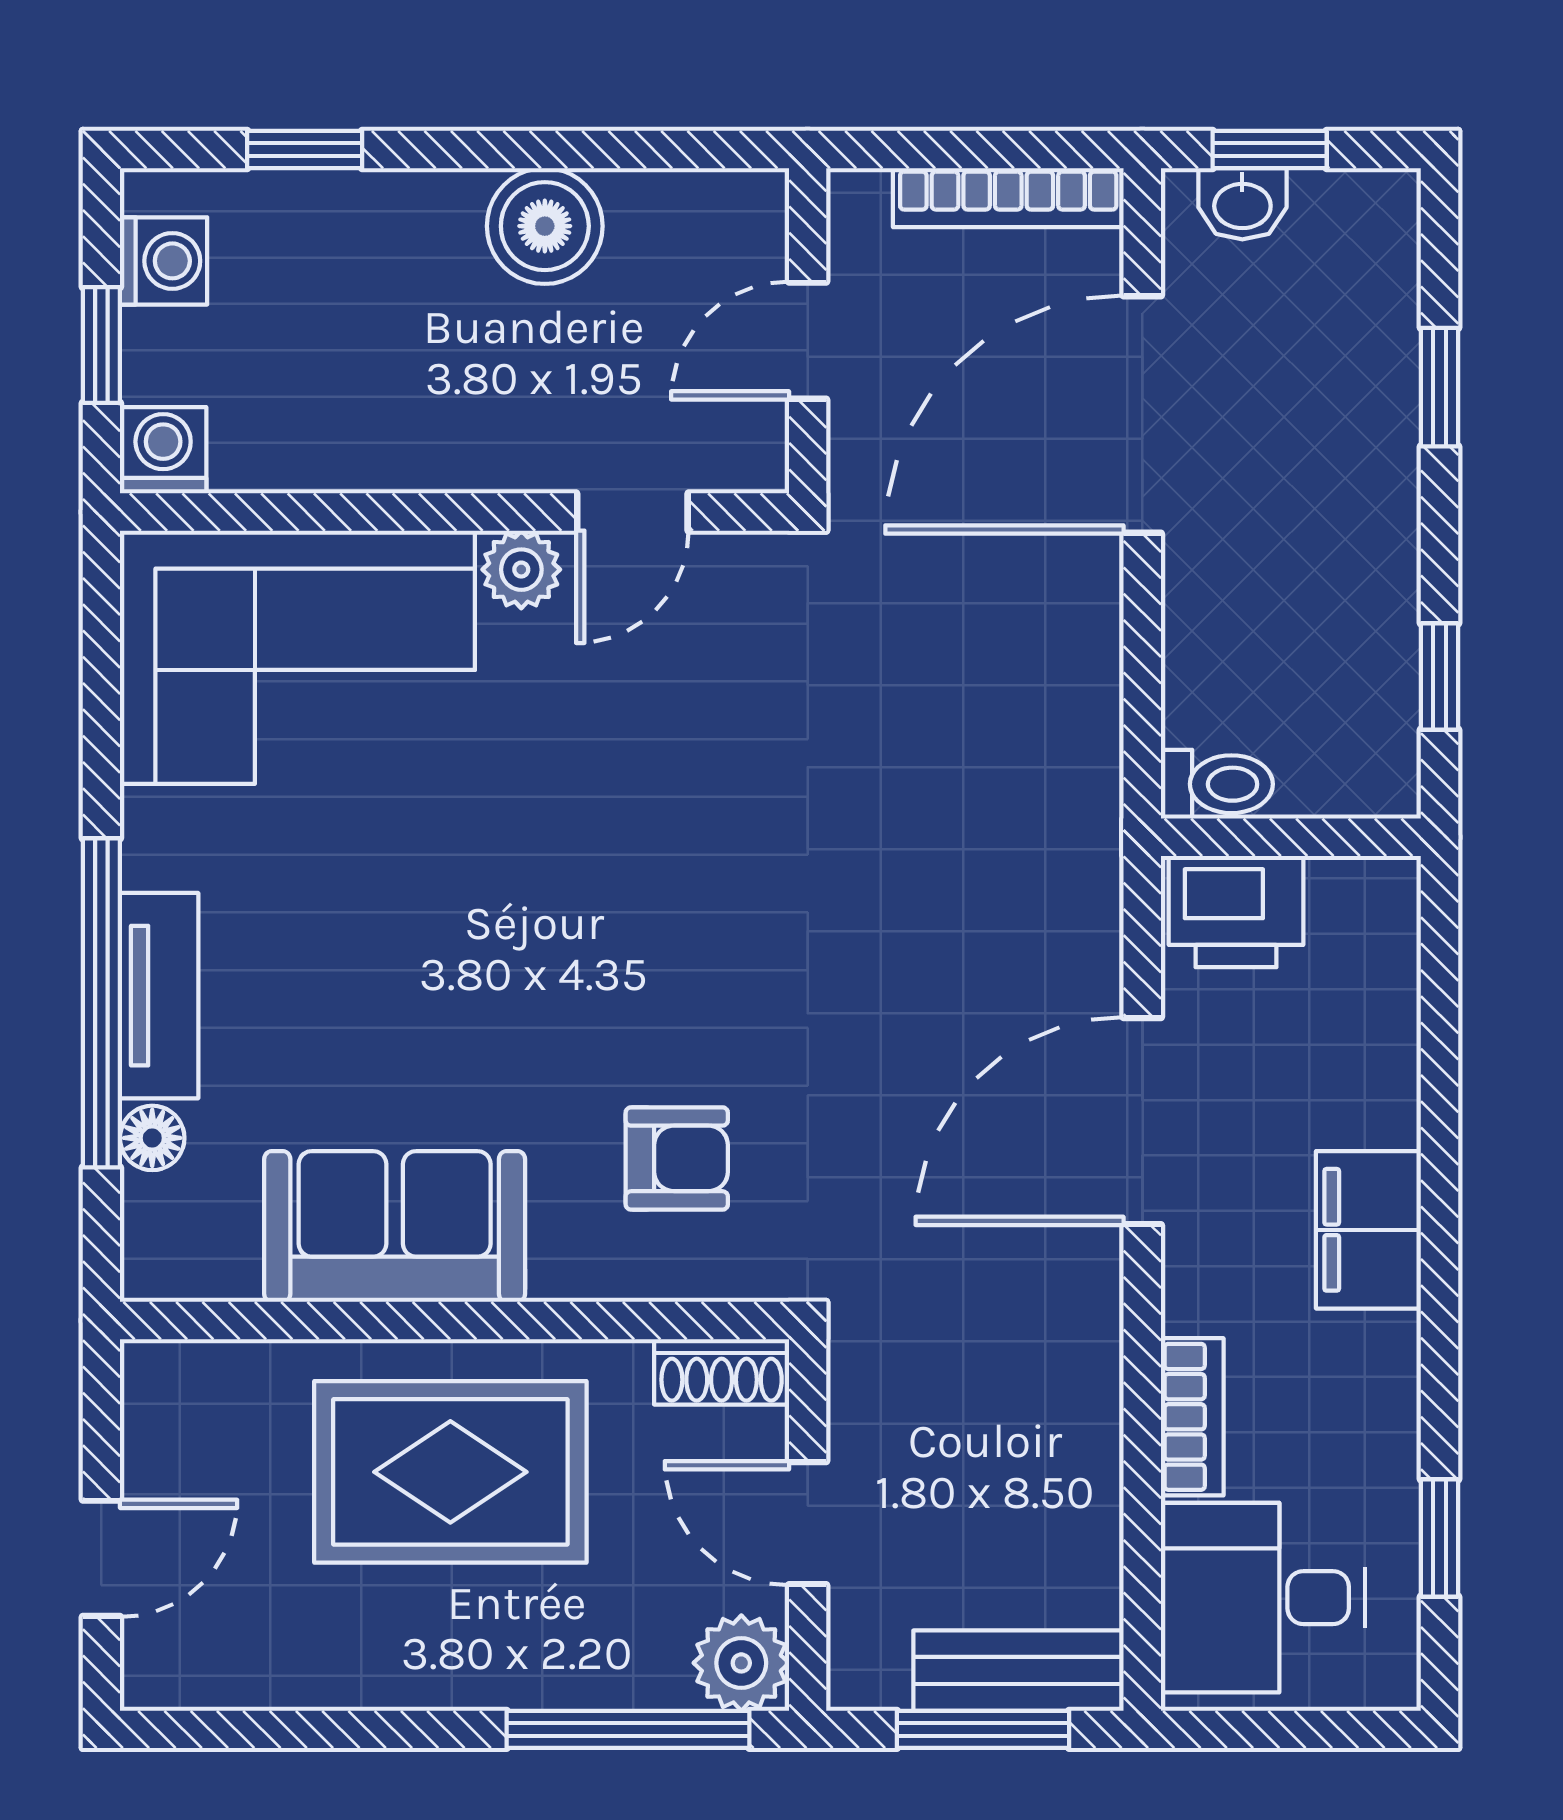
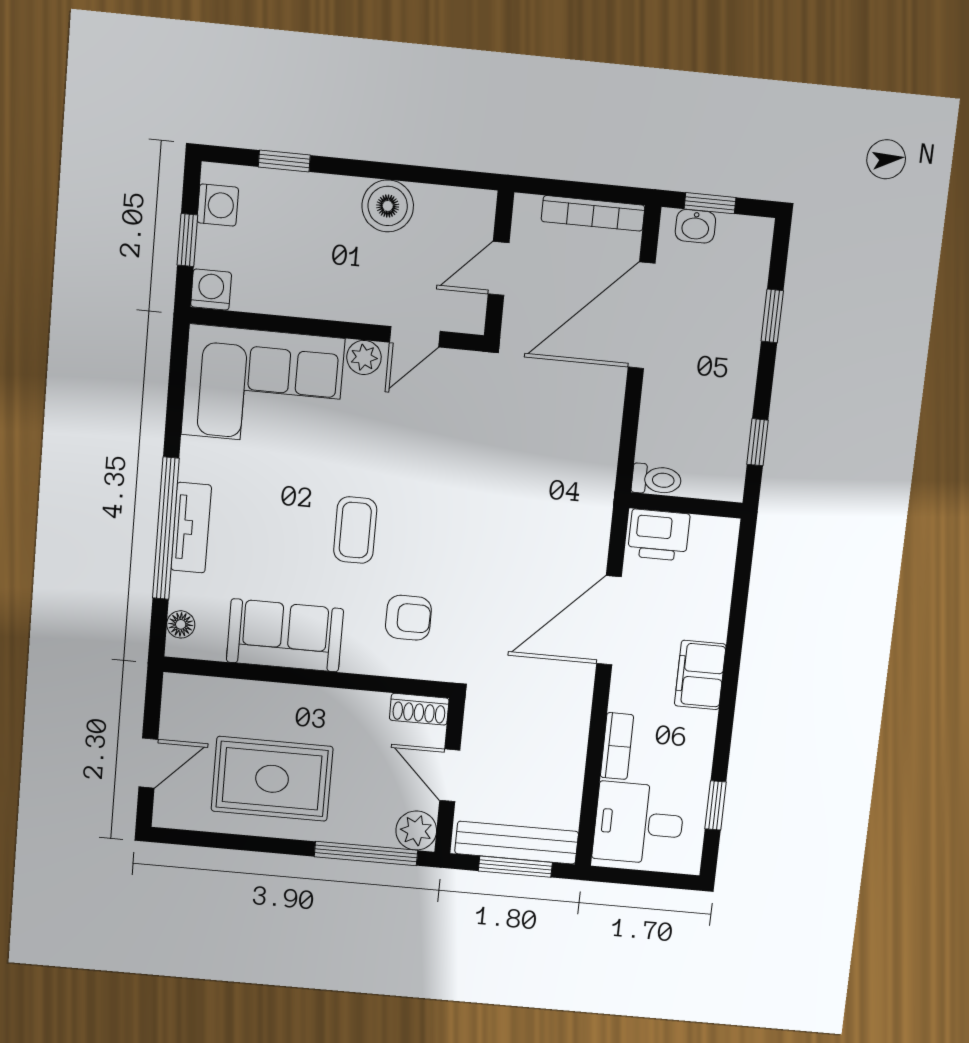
coffee table: (536, 966) -> (355, 530), added
floor lamp: (152, 1138) -> (181, 624), moved
rug: (450, 1472) -> (272, 779), moved
bench: (1018, 1671) -> (517, 843), width x1.36

